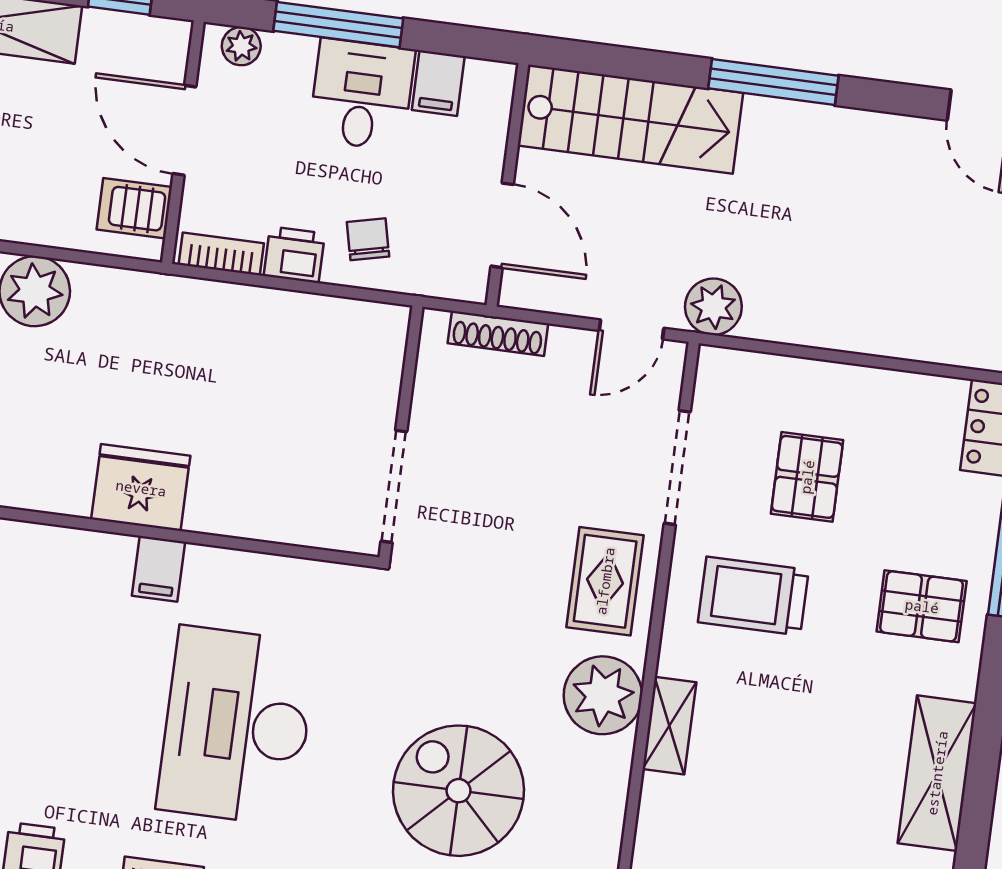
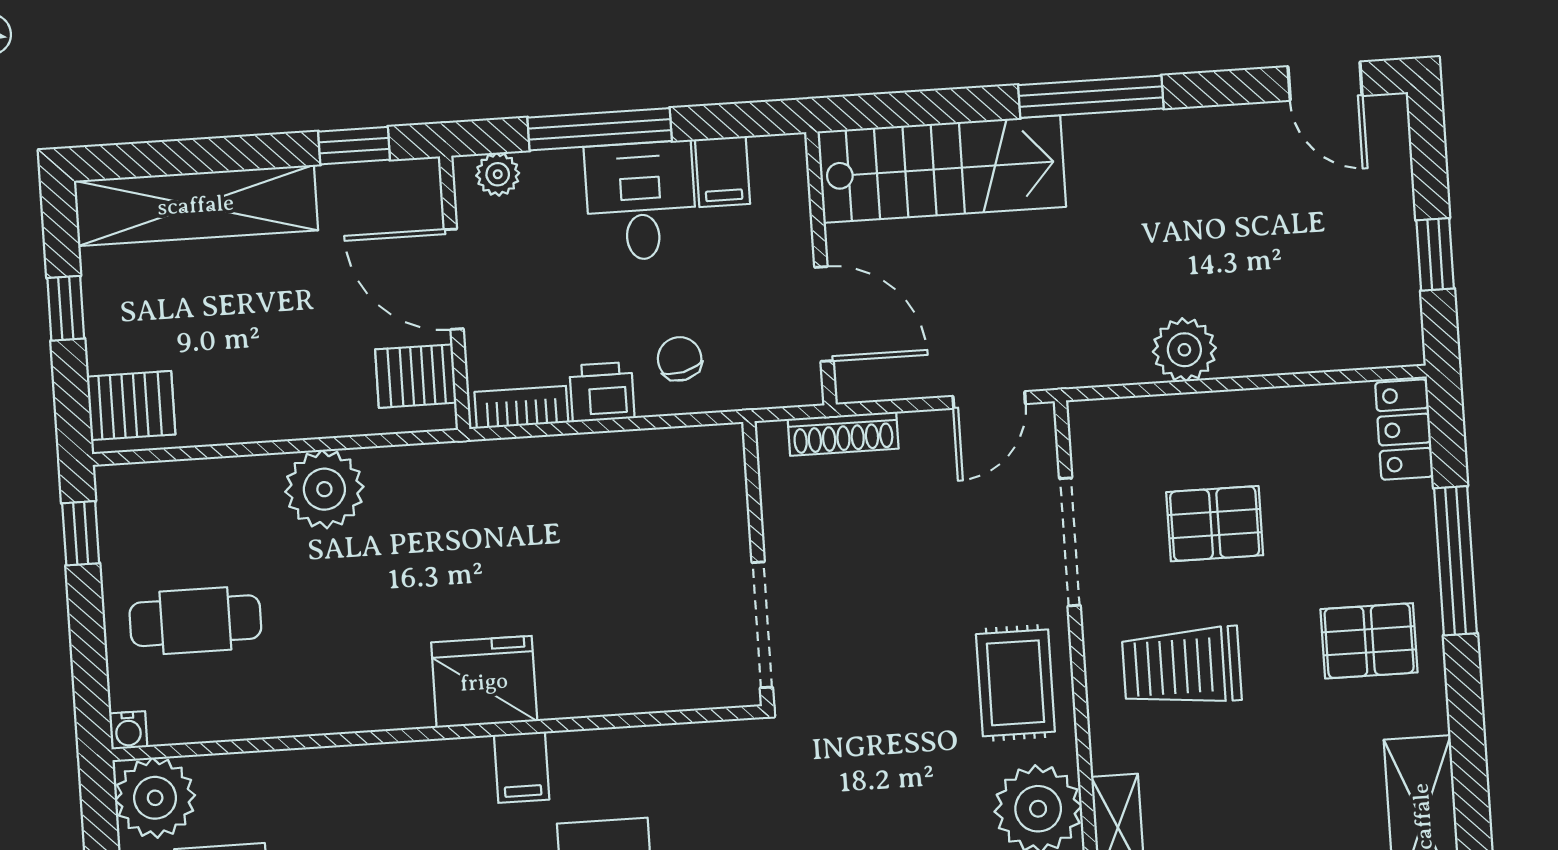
plant: (713, 307) -> (1184, 350), moved
pallet: (807, 477) -> (1215, 524), turned 90

